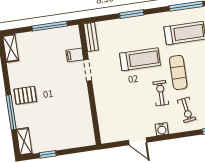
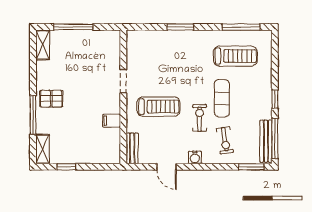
window: (50, 26) -> (73, 27), moved
bench: (91, 37) -> (132, 148), moved
filing cabinet: (75, 55) -> (112, 121), moved
treadmill: (140, 59) -> (158, 107), moved

